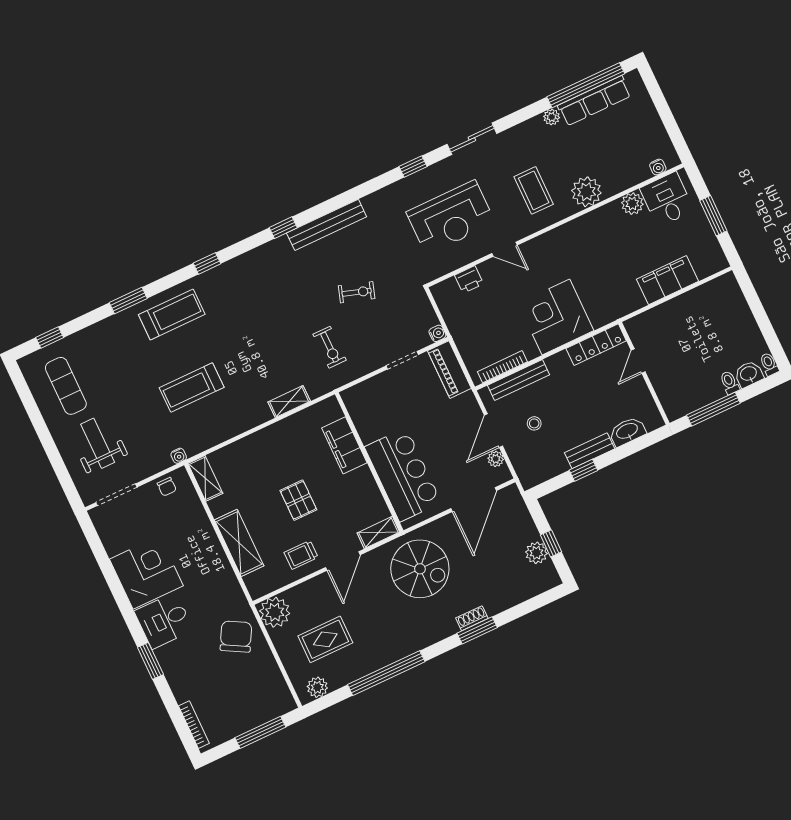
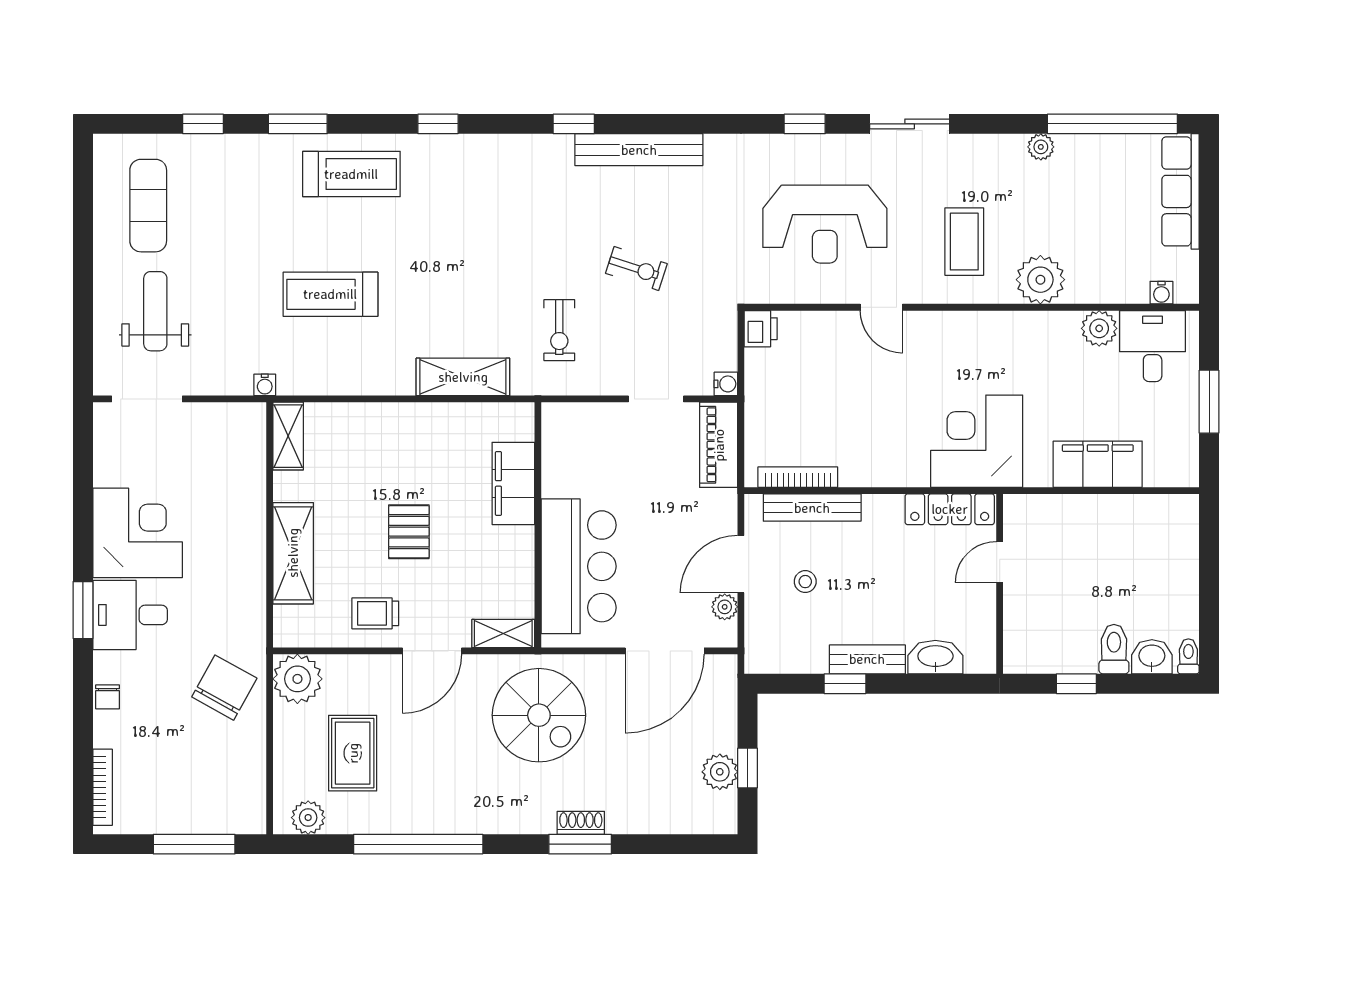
row of seats: (594, 101) -> (1181, 191), moved, turned 90
printer: (469, 279) -> (761, 329), moved, turned -90
corner desk: (556, 317) -> (977, 441), moved
window: (50, 338) -> (203, 124), moved
toilet: (730, 383) -> (1114, 649), width x1.37, depth x1.39
shelving: (289, 402) -> (463, 377), width x1.50, depth x1.33
window: (713, 409) -> (1076, 684), width x0.46
chair: (167, 487) -> (108, 697), moved
rug: (325, 639) -> (353, 753), turned 90
window: (150, 661) -> (83, 610), moved

